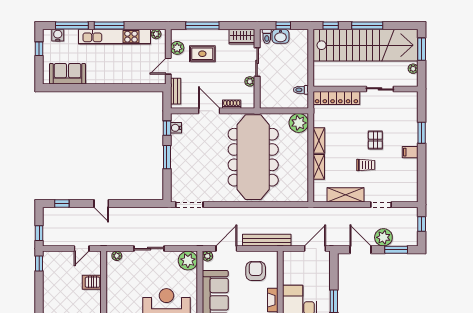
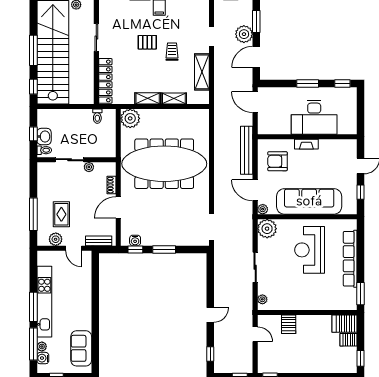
plant: (156, 34) -> (42, 346), moved
wardrobe: (242, 37) -> (44, 175), removed

